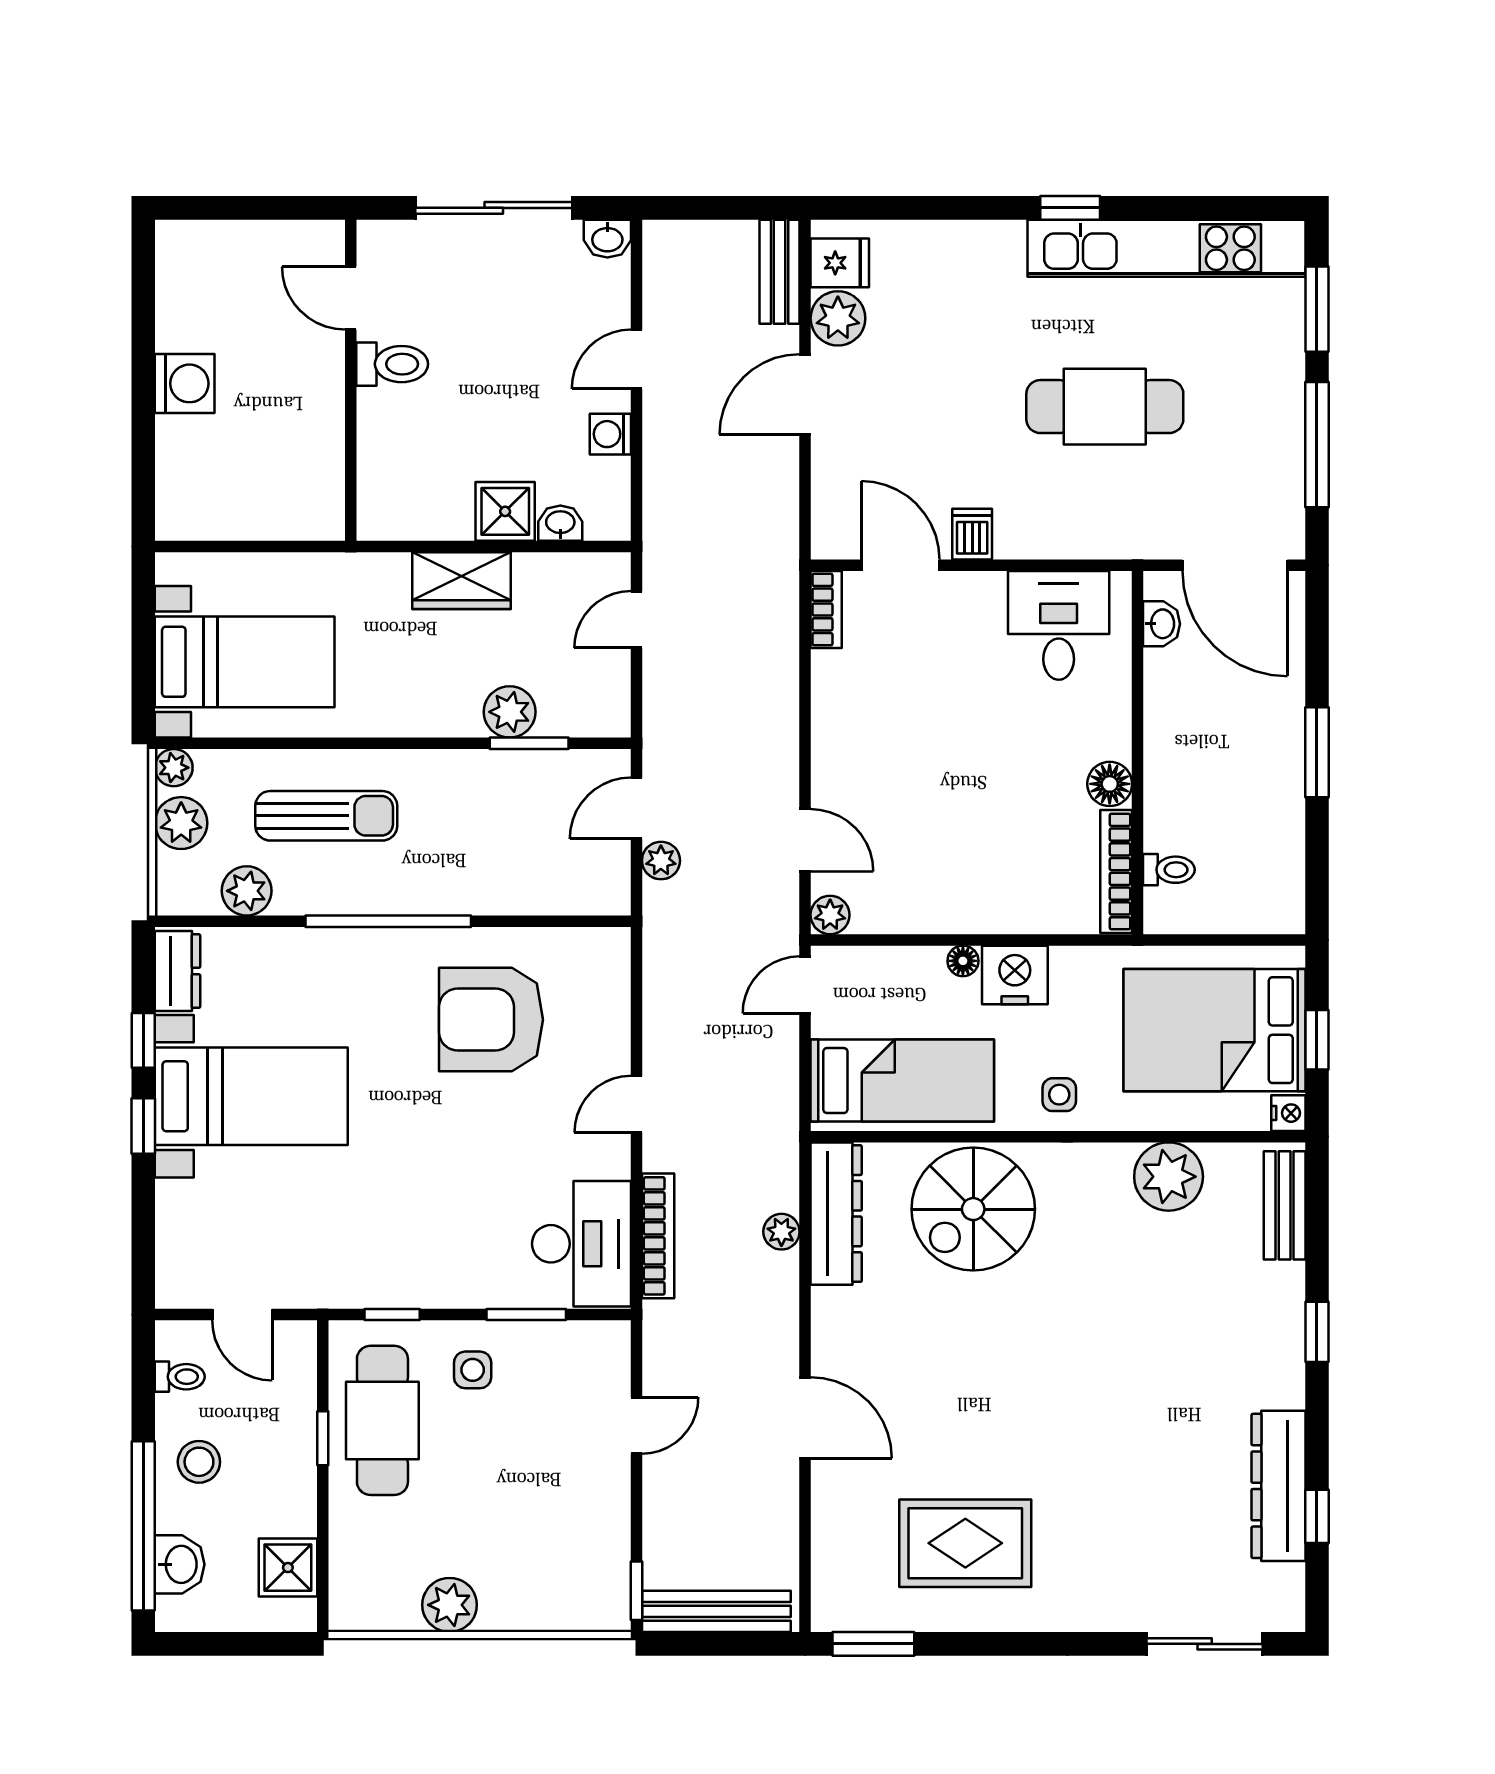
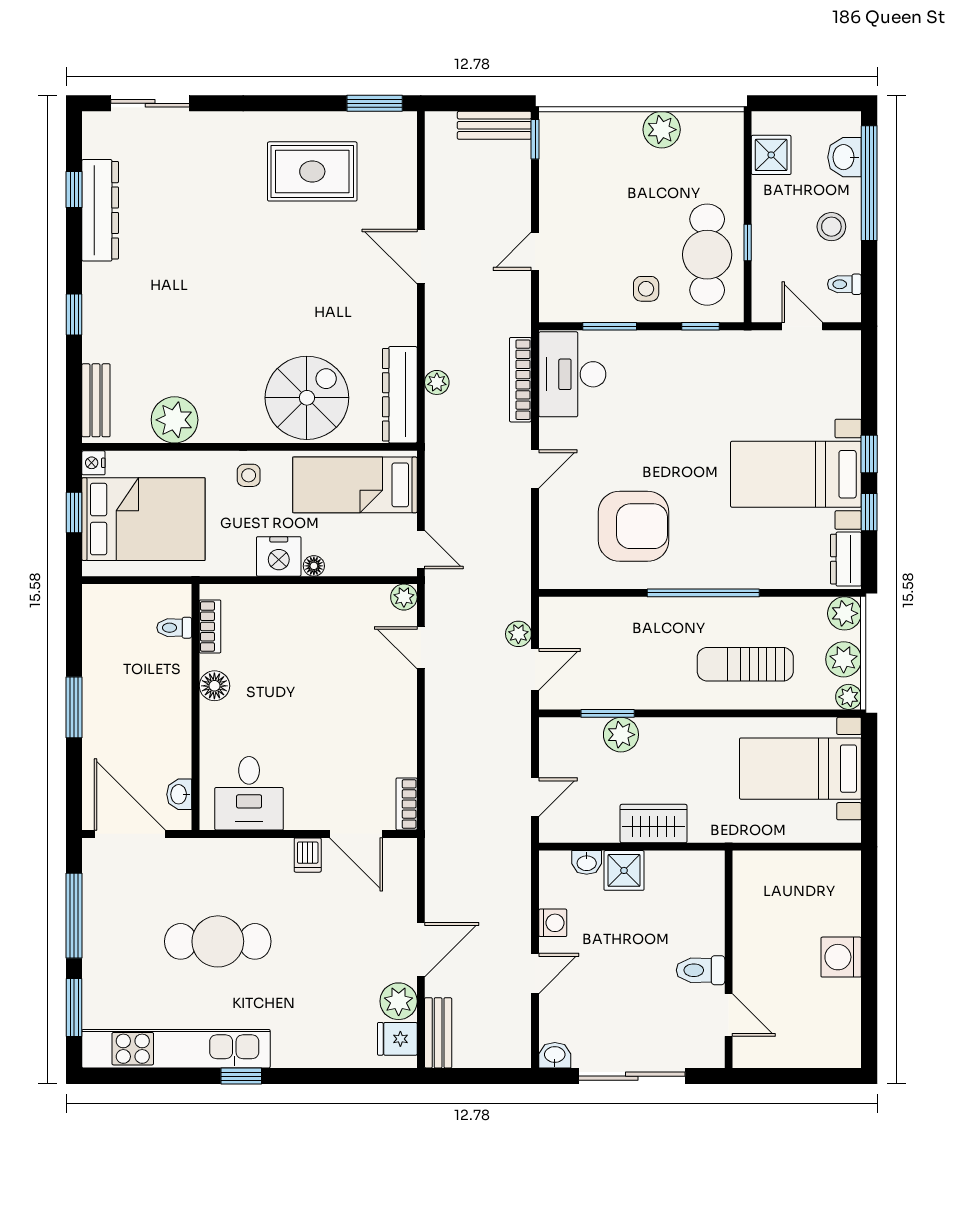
bookcase: (1116, 872) -> (210, 626), width x0.64
plant: (247, 891) -> (844, 613), moved
door: (805, 985) -> (421, 550), hinge flipped
bench: (716, 1611) -> (494, 125), width x0.73

